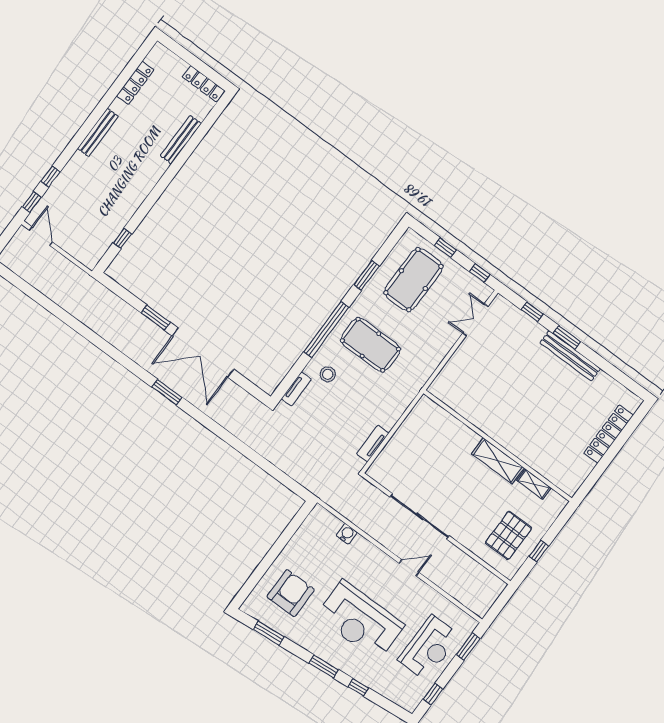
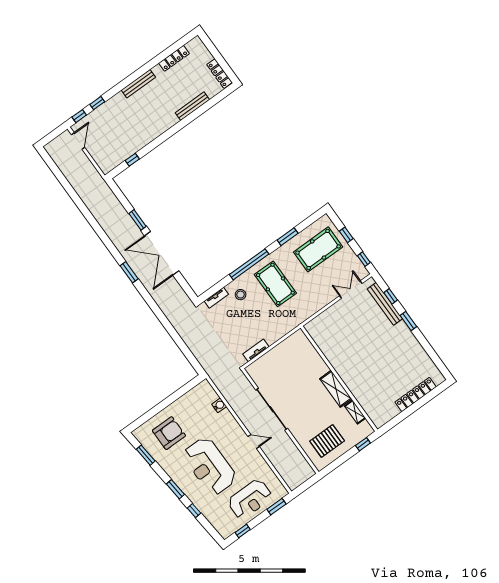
bench: (570, 356) -> (385, 304), moved
window: (539, 551) -> (363, 444), moved

